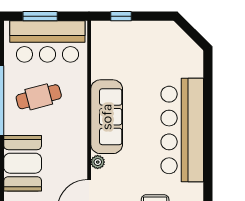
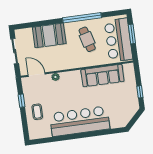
window: (121, 16) -> (140, 92), moved
sofa: (107, 117) -> (102, 76), moved

